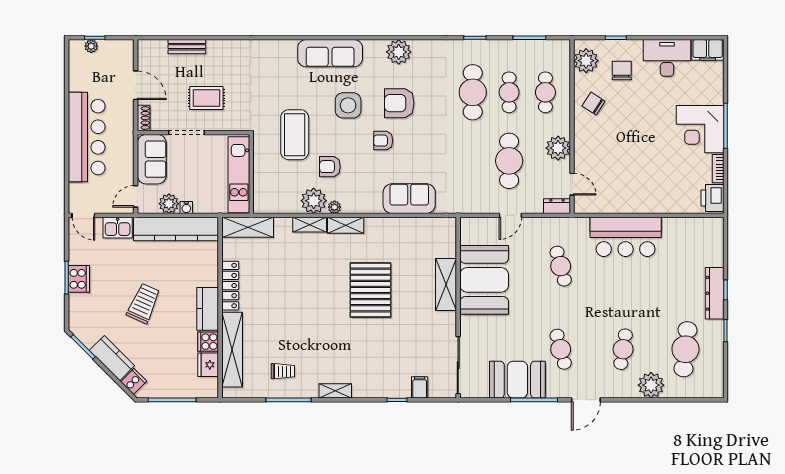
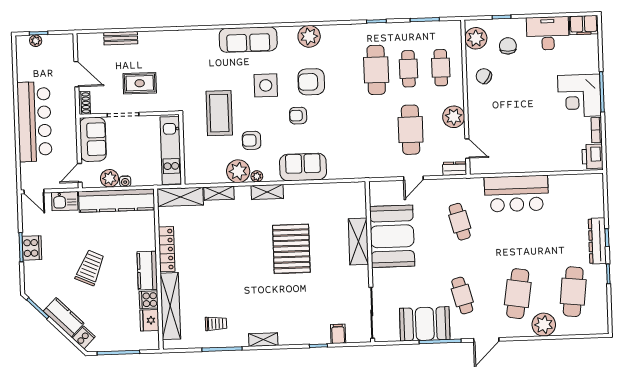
sofa: (409, 199) -> (303, 167), moved
shelving: (310, 225) -> (219, 193), moved
cafe table: (623, 349) -> (518, 294), width x1.37, depth x1.35

